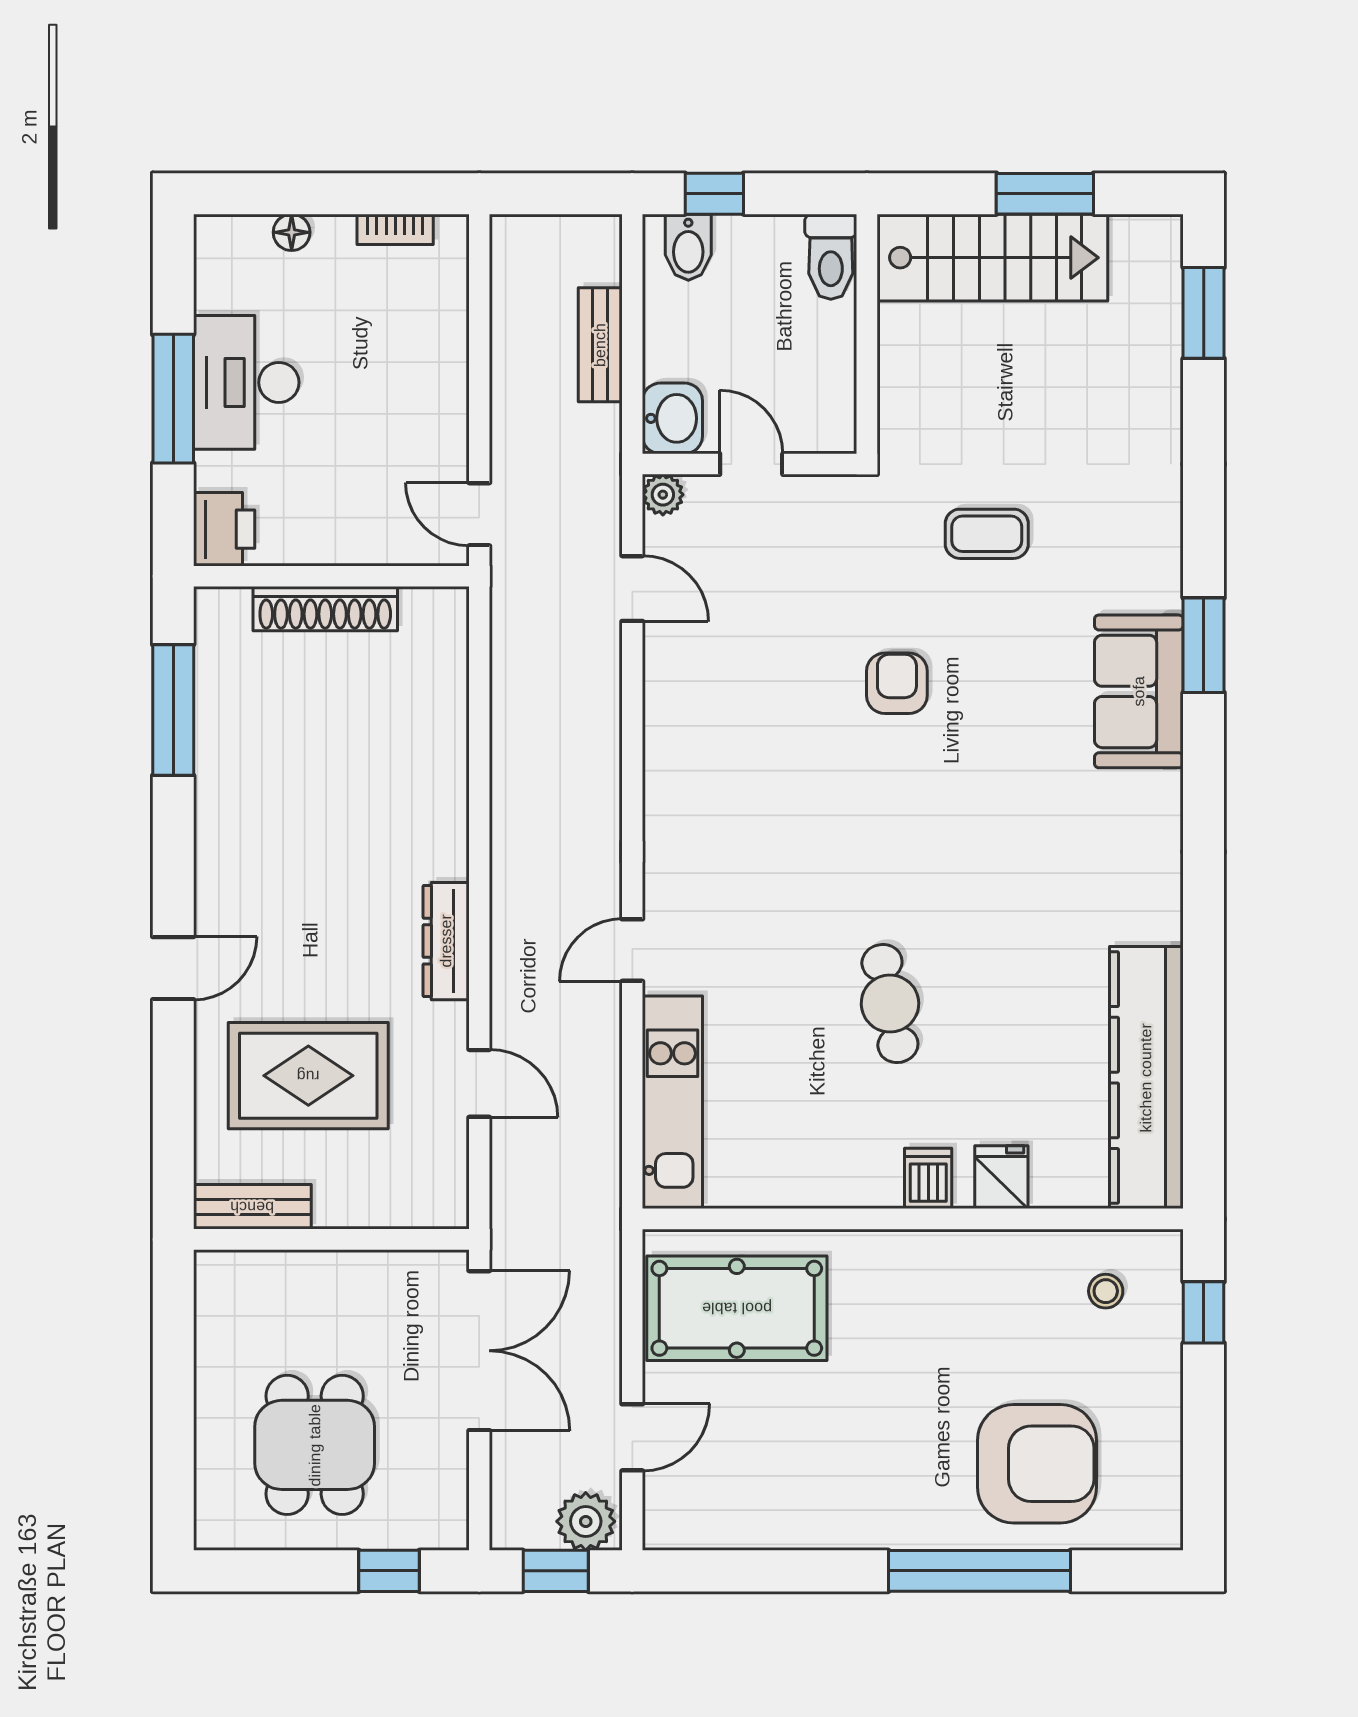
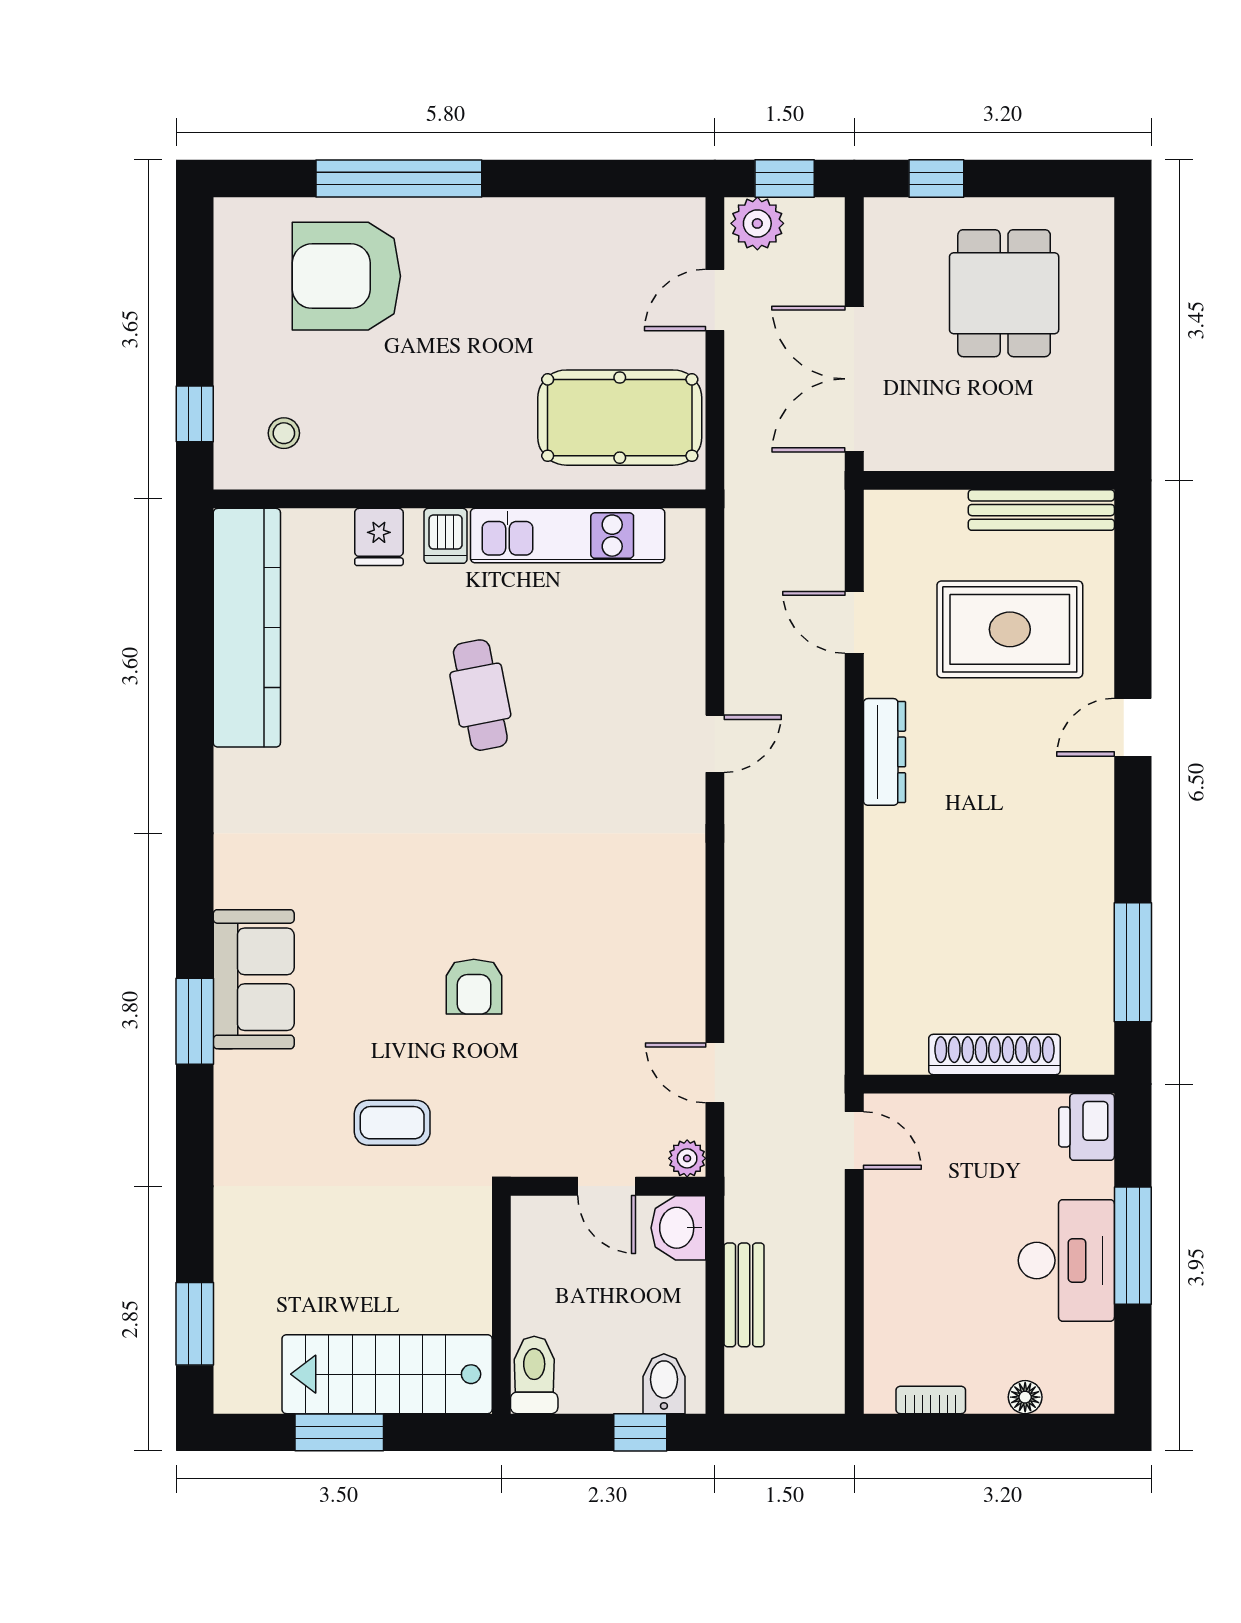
kitchen unit: (672, 1102) -> (568, 536), moved, turned -90
bench: (252, 1207) -> (1041, 510), width x1.36

